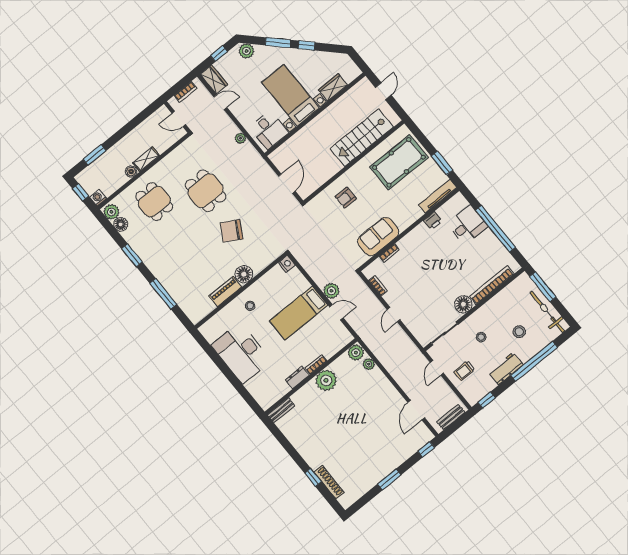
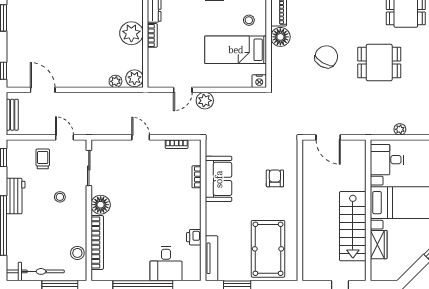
stairs: (362, 138) -> (353, 226), moved, turned 180
bed: (299, 313) -> (236, 50), moved, turned -90
stool: (519, 332) -> (77, 253), moved

